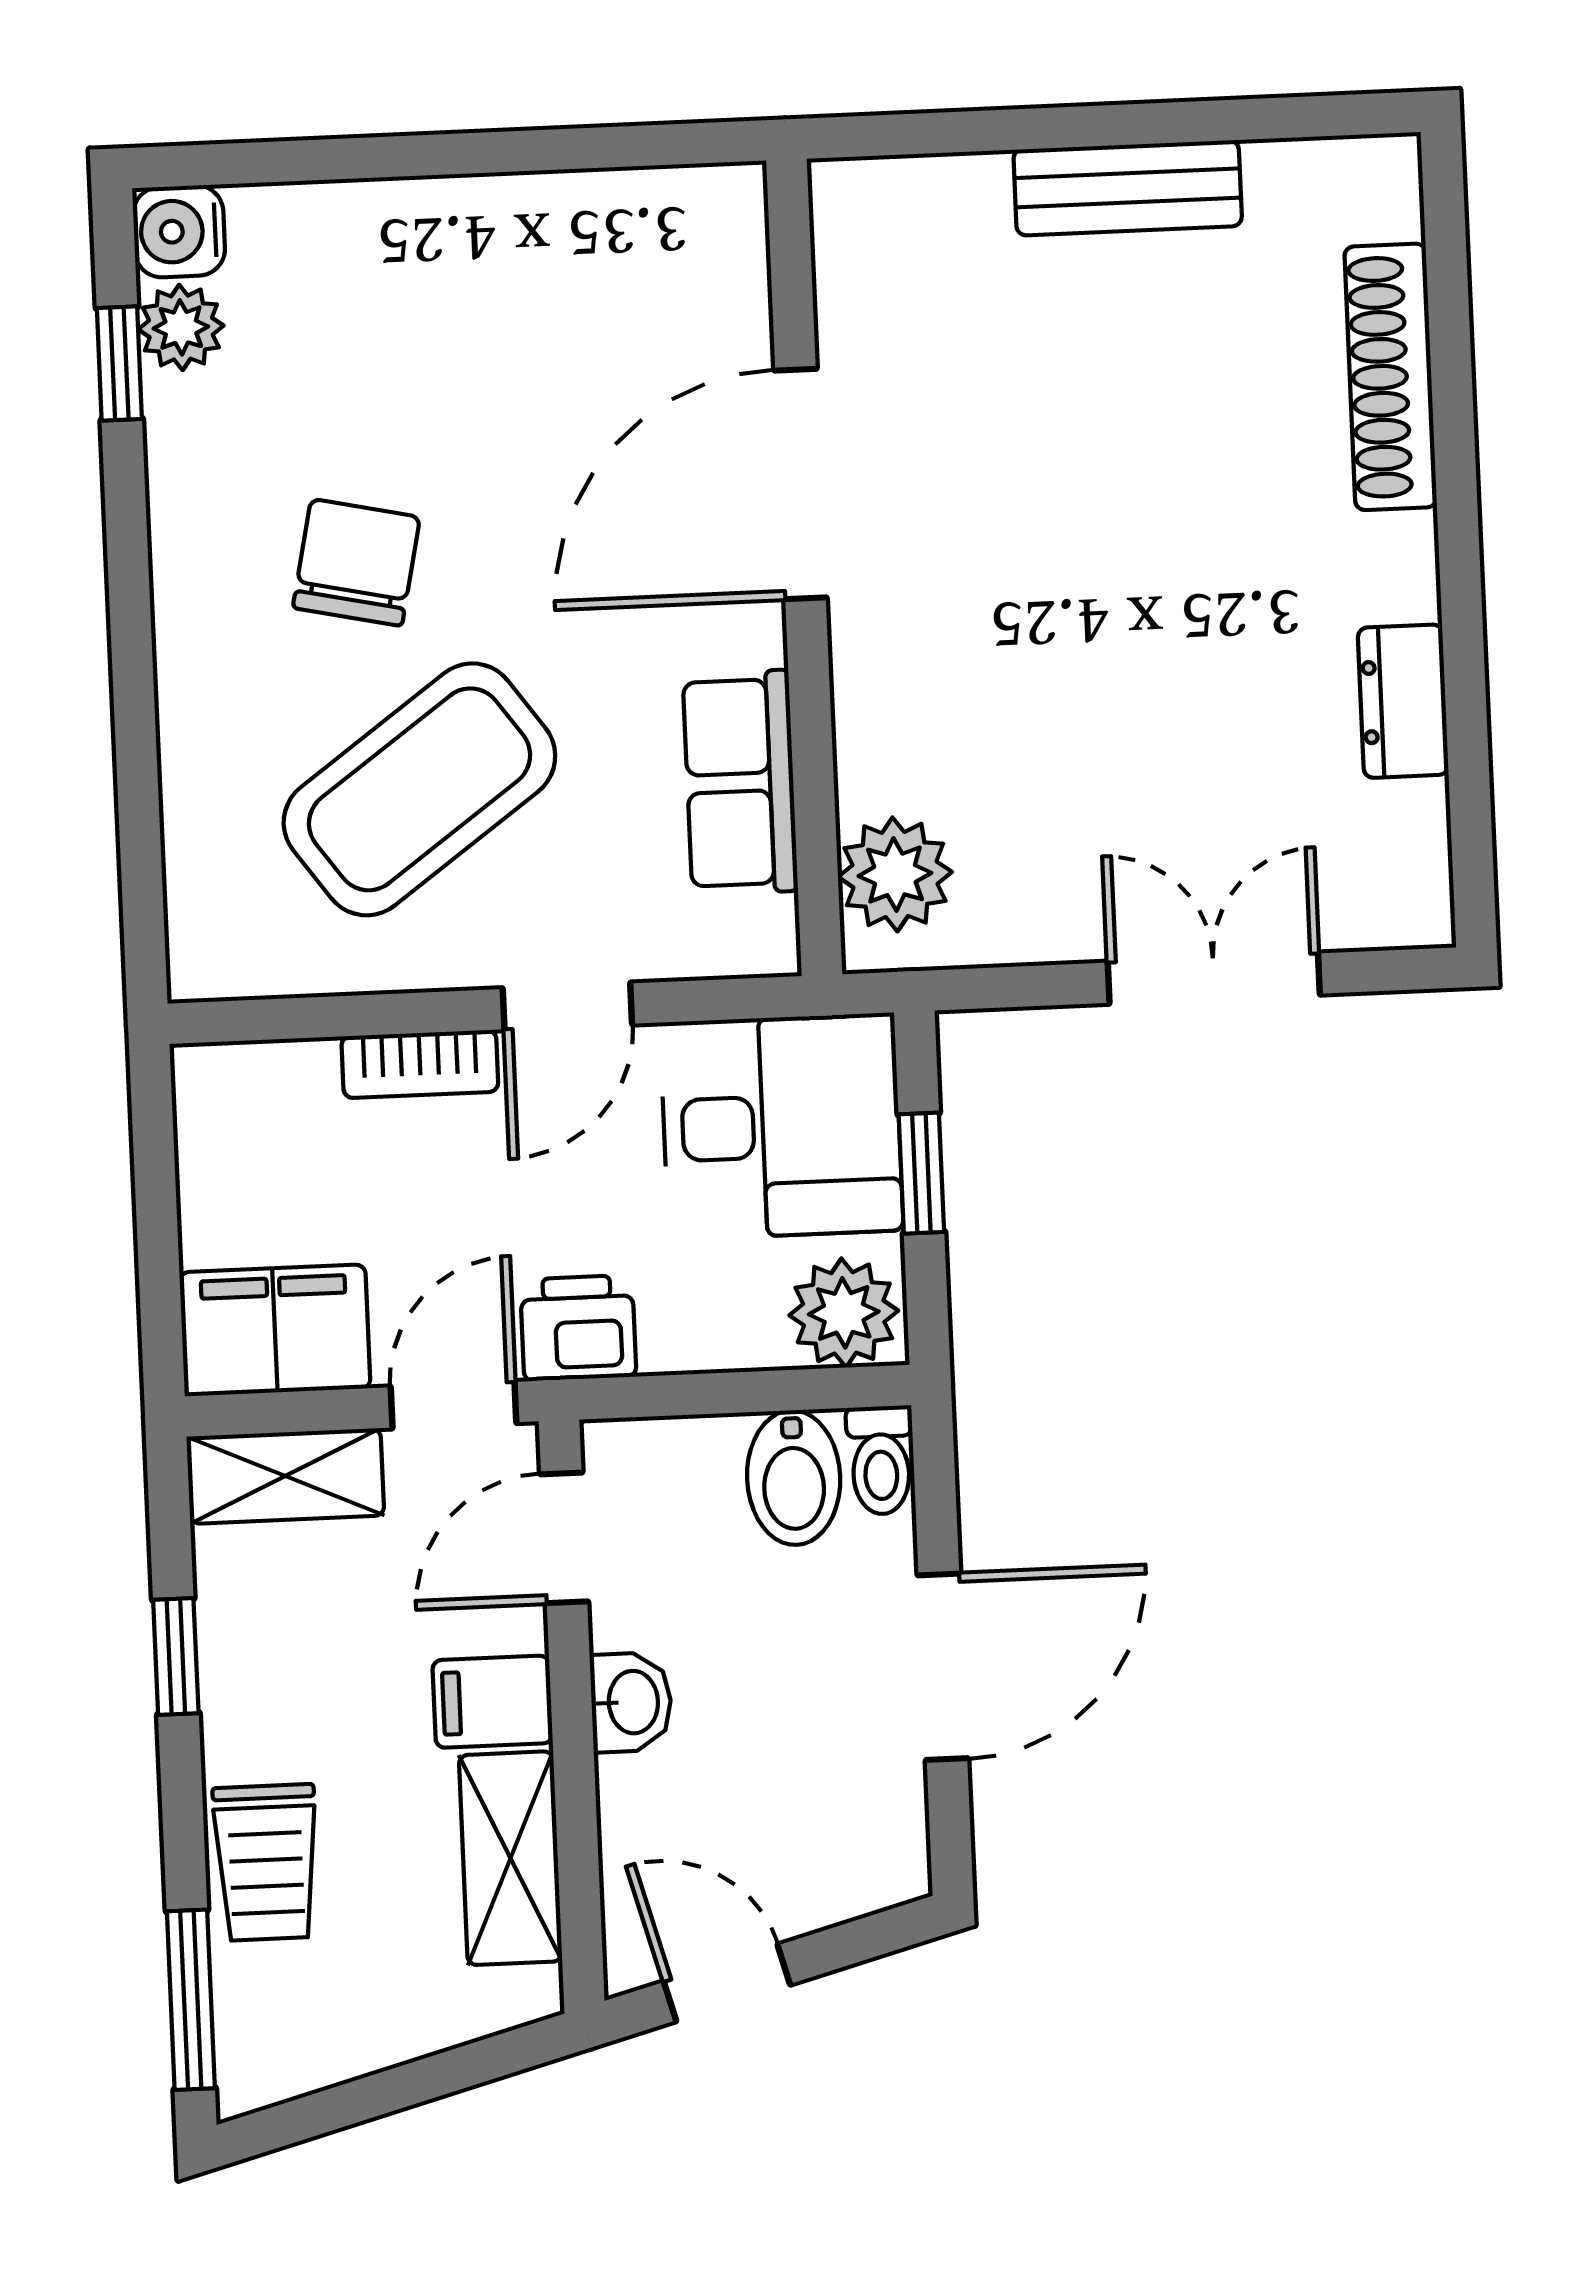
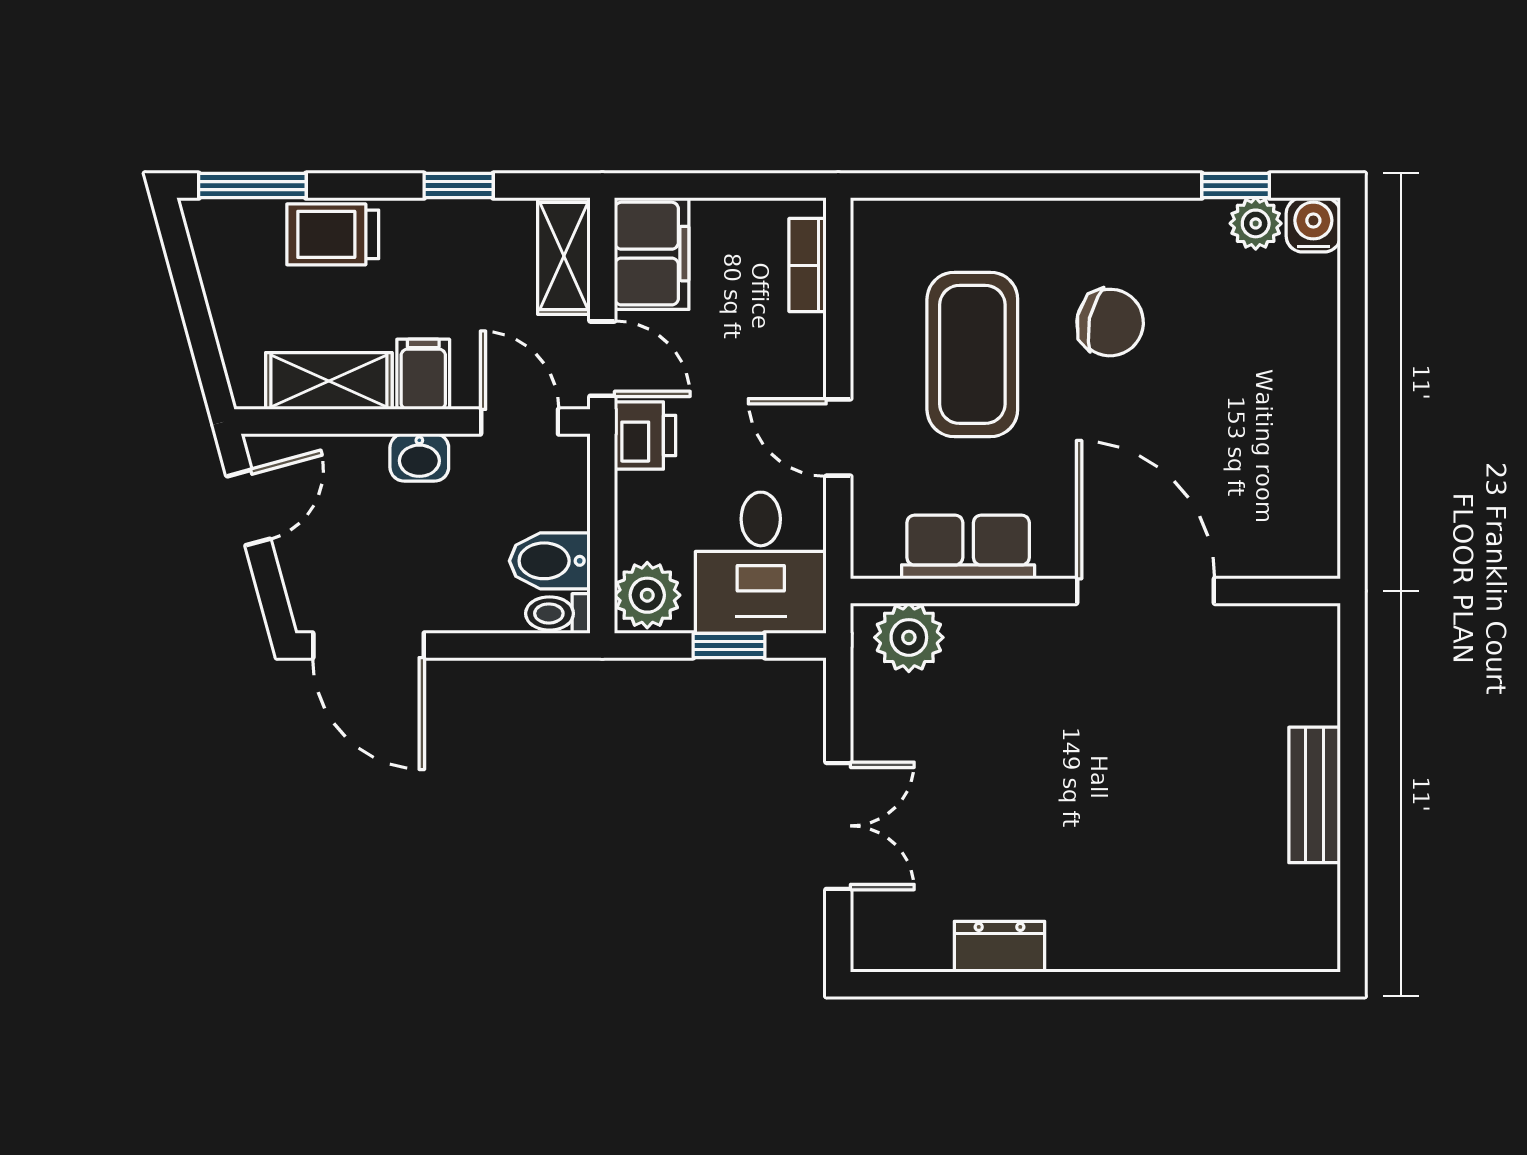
shoe rack: (1391, 377) -> (1194, 948), removed
coffee table: (419, 789) -> (972, 354), turned 36
bookcase: (420, 1064) -> (808, 265), moved
door: (943, 1667) -> (369, 645), moved

